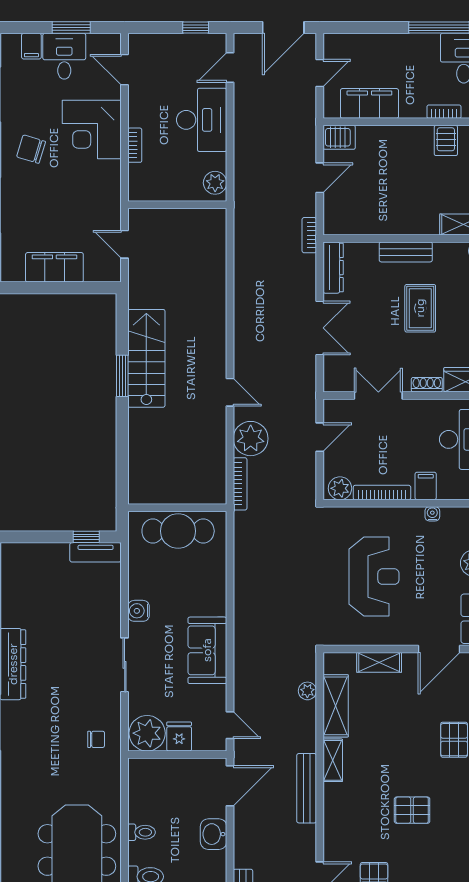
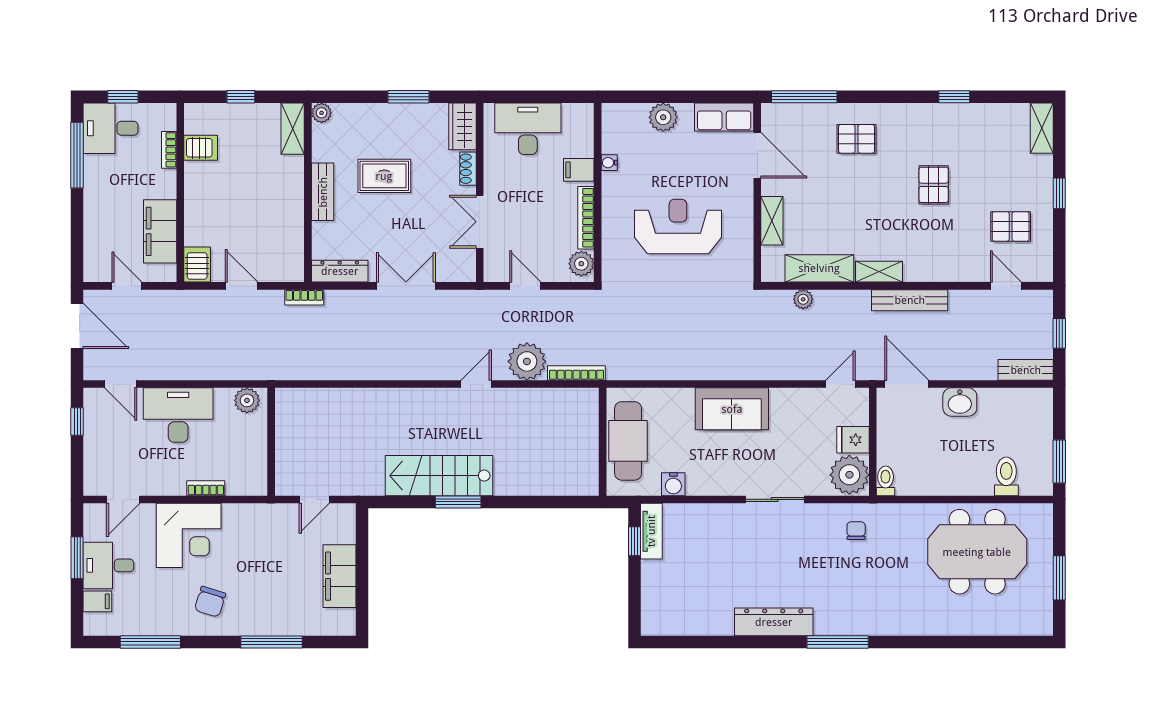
water cooler: (139, 611) -> (673, 484), moved
sofa: (207, 650) -> (732, 409), moved
toilet: (142, 832) -> (886, 481), moved

